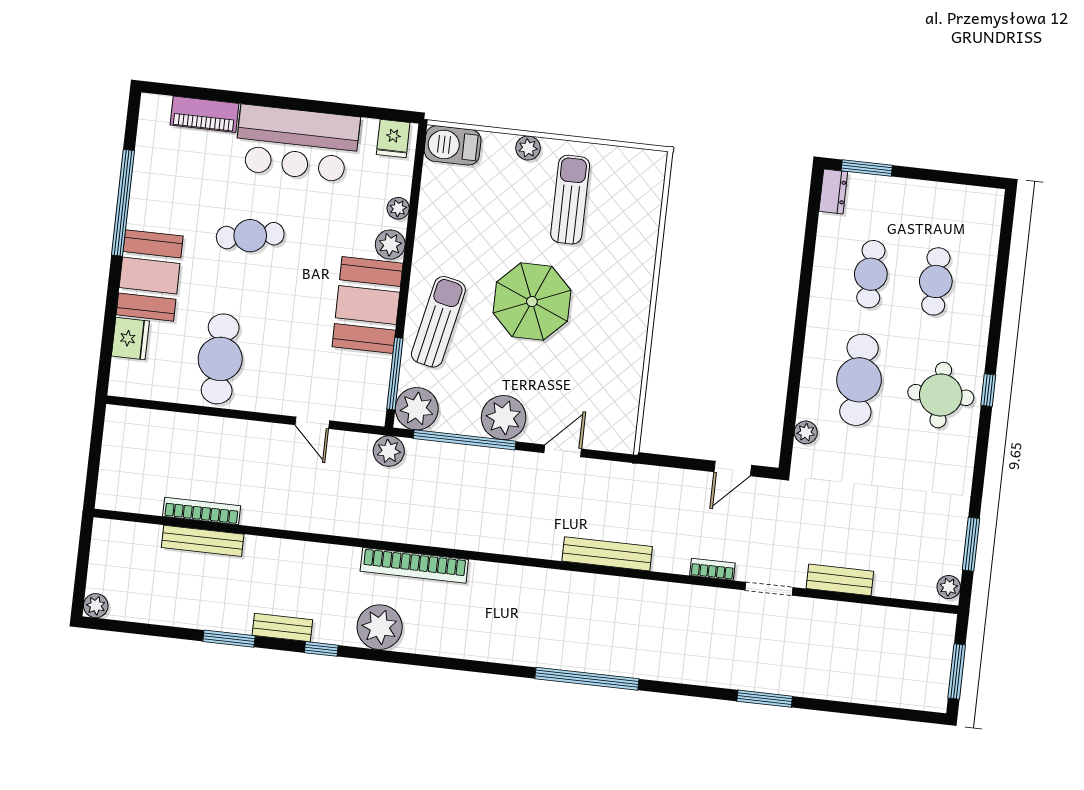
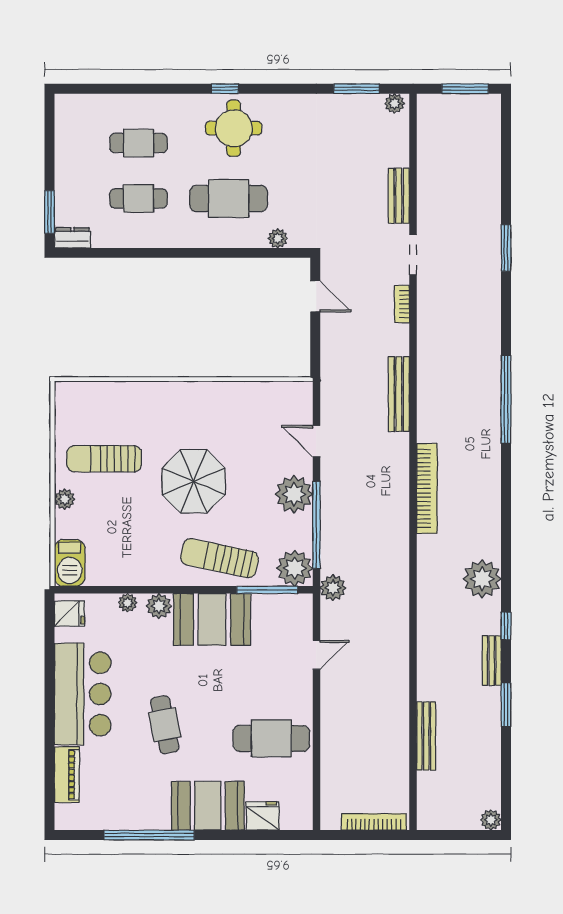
bookcase: (202, 511) -> (374, 822), moved, turned 90
bookcase: (414, 565) -> (427, 488), moved

